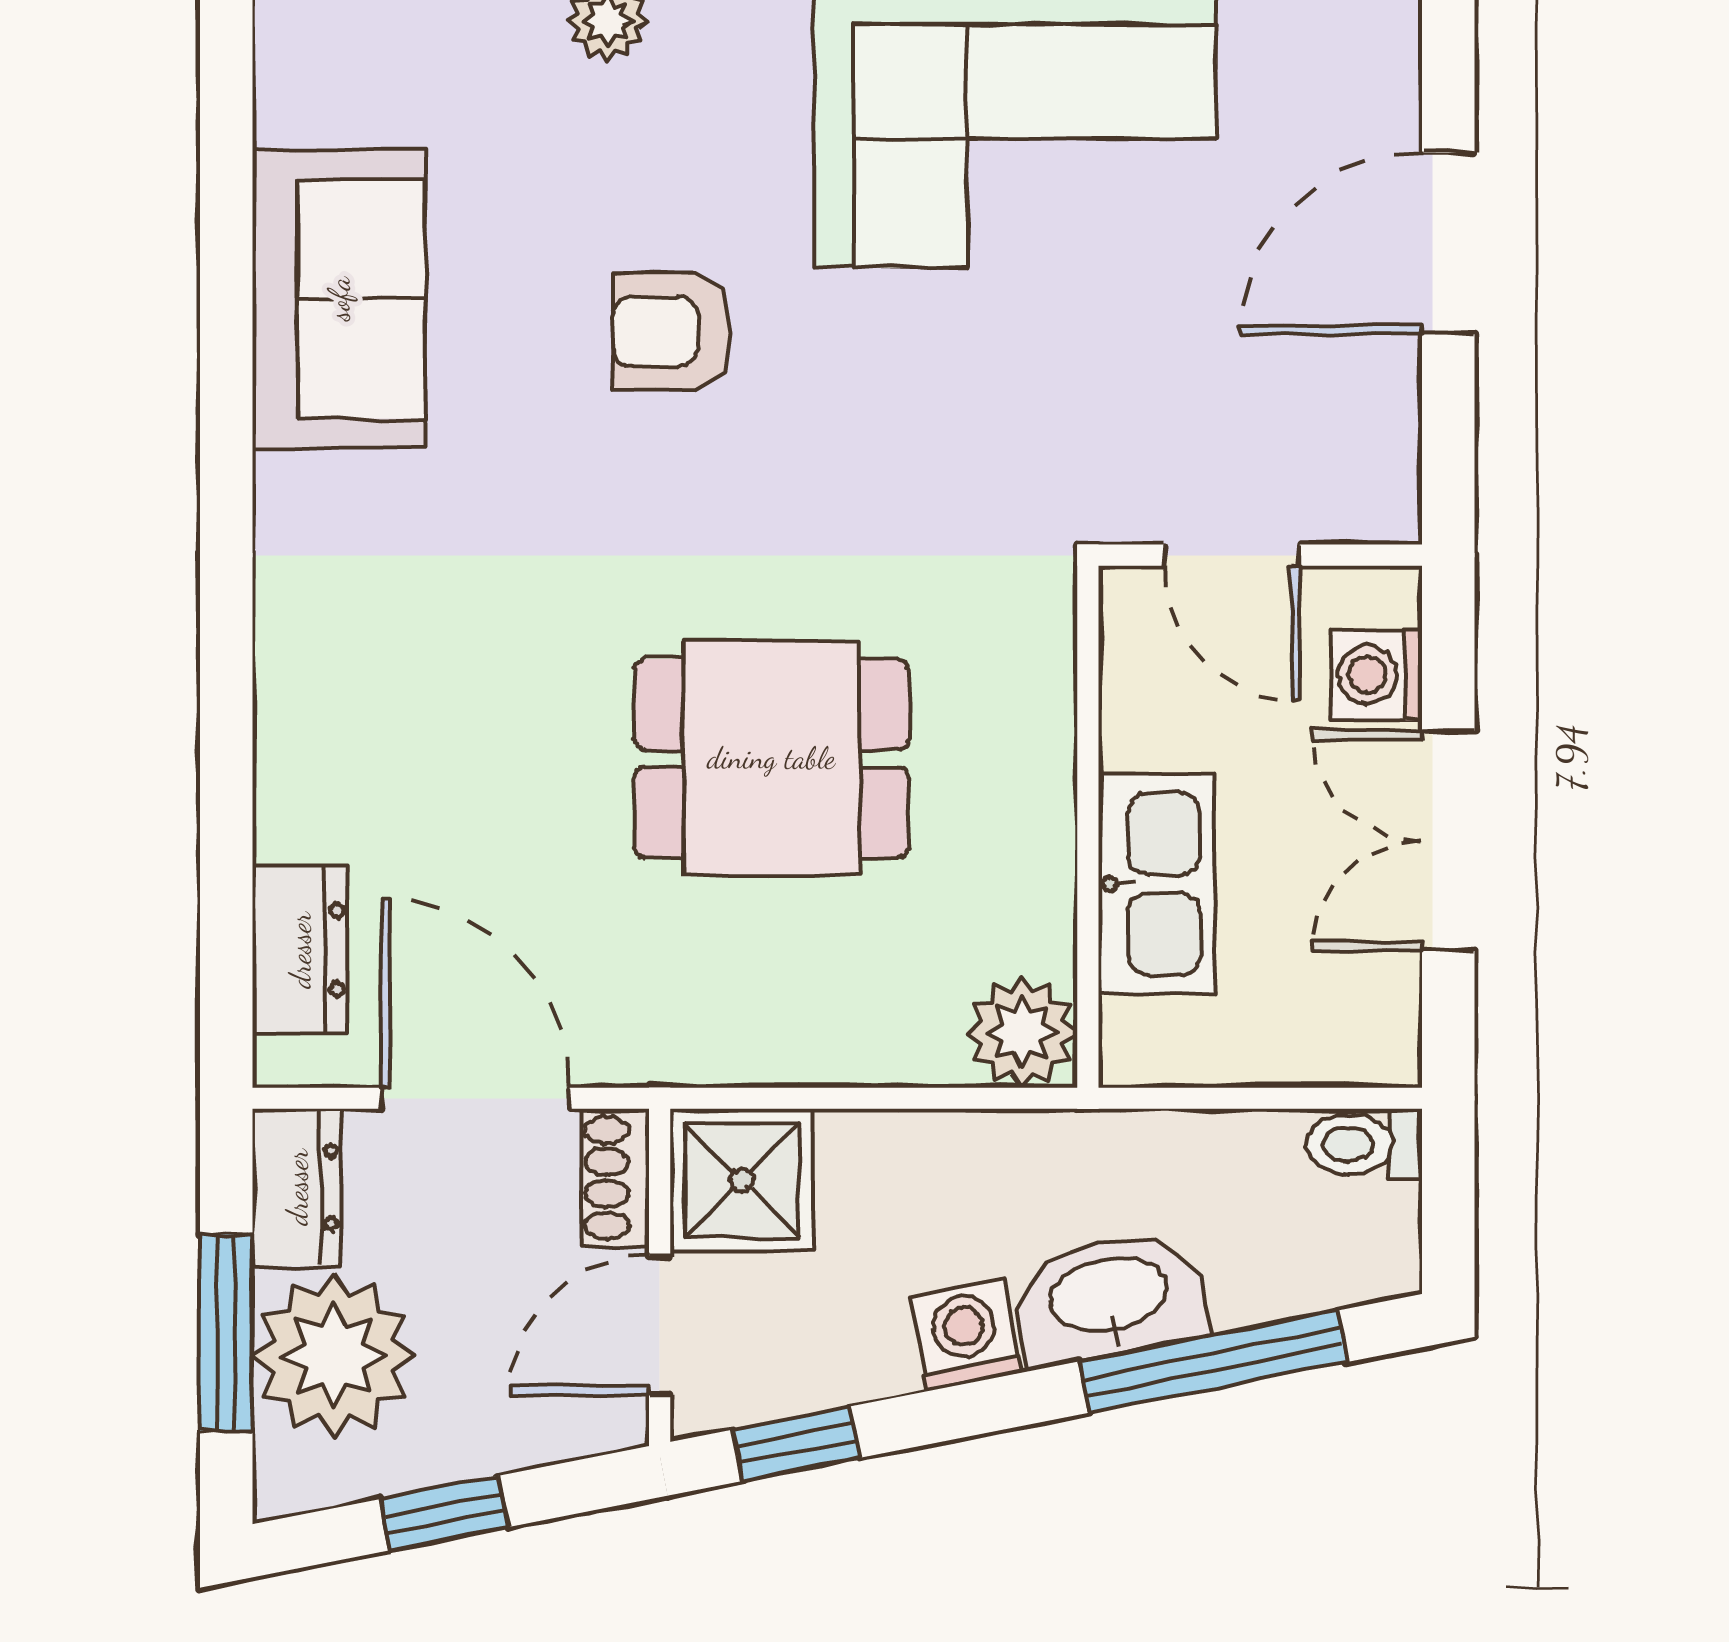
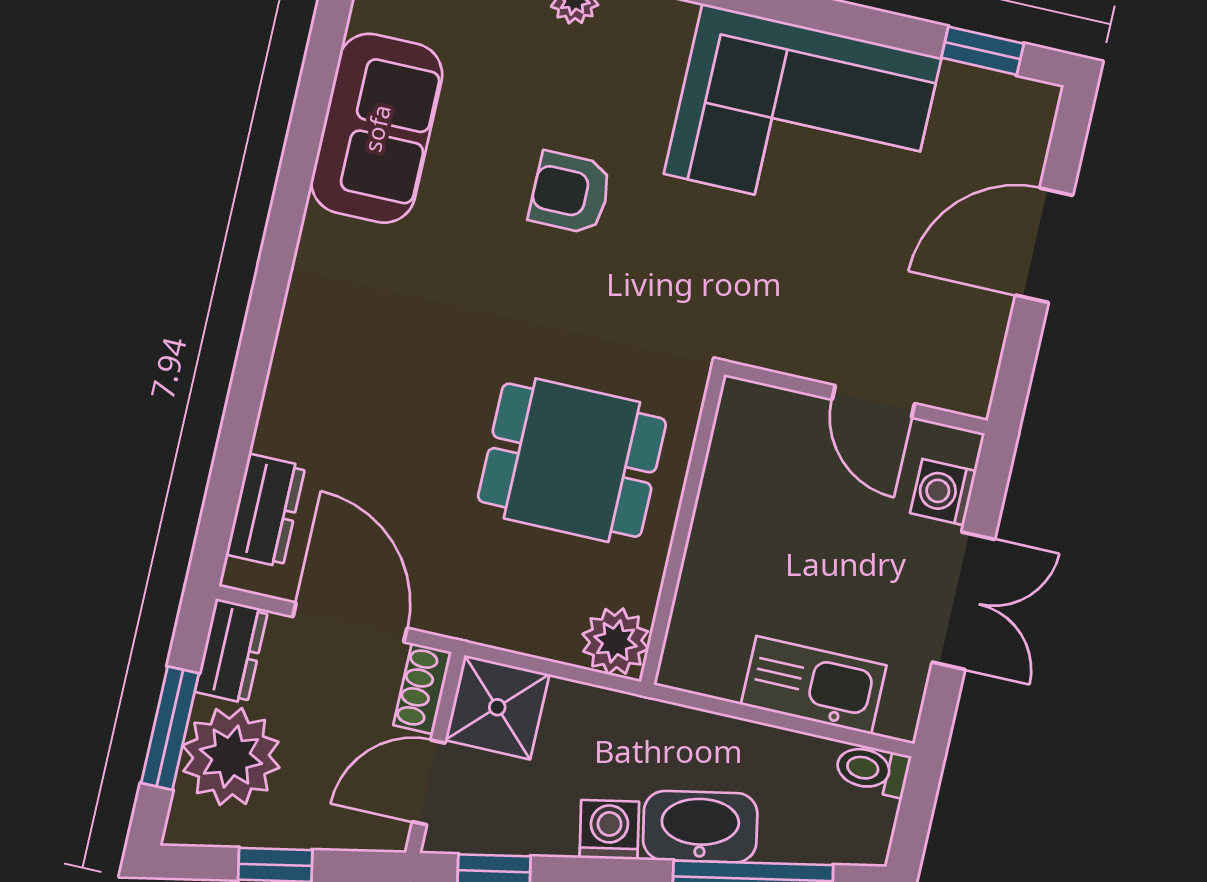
wall: (1088, 827) -> (683, 528), moved
double door: (1448, 841) -> (963, 601), swing flipped
kitchen sink: (1156, 884) -> (814, 685), moved, turned -90
plant: (1022, 1032) -> (616, 641), moved

